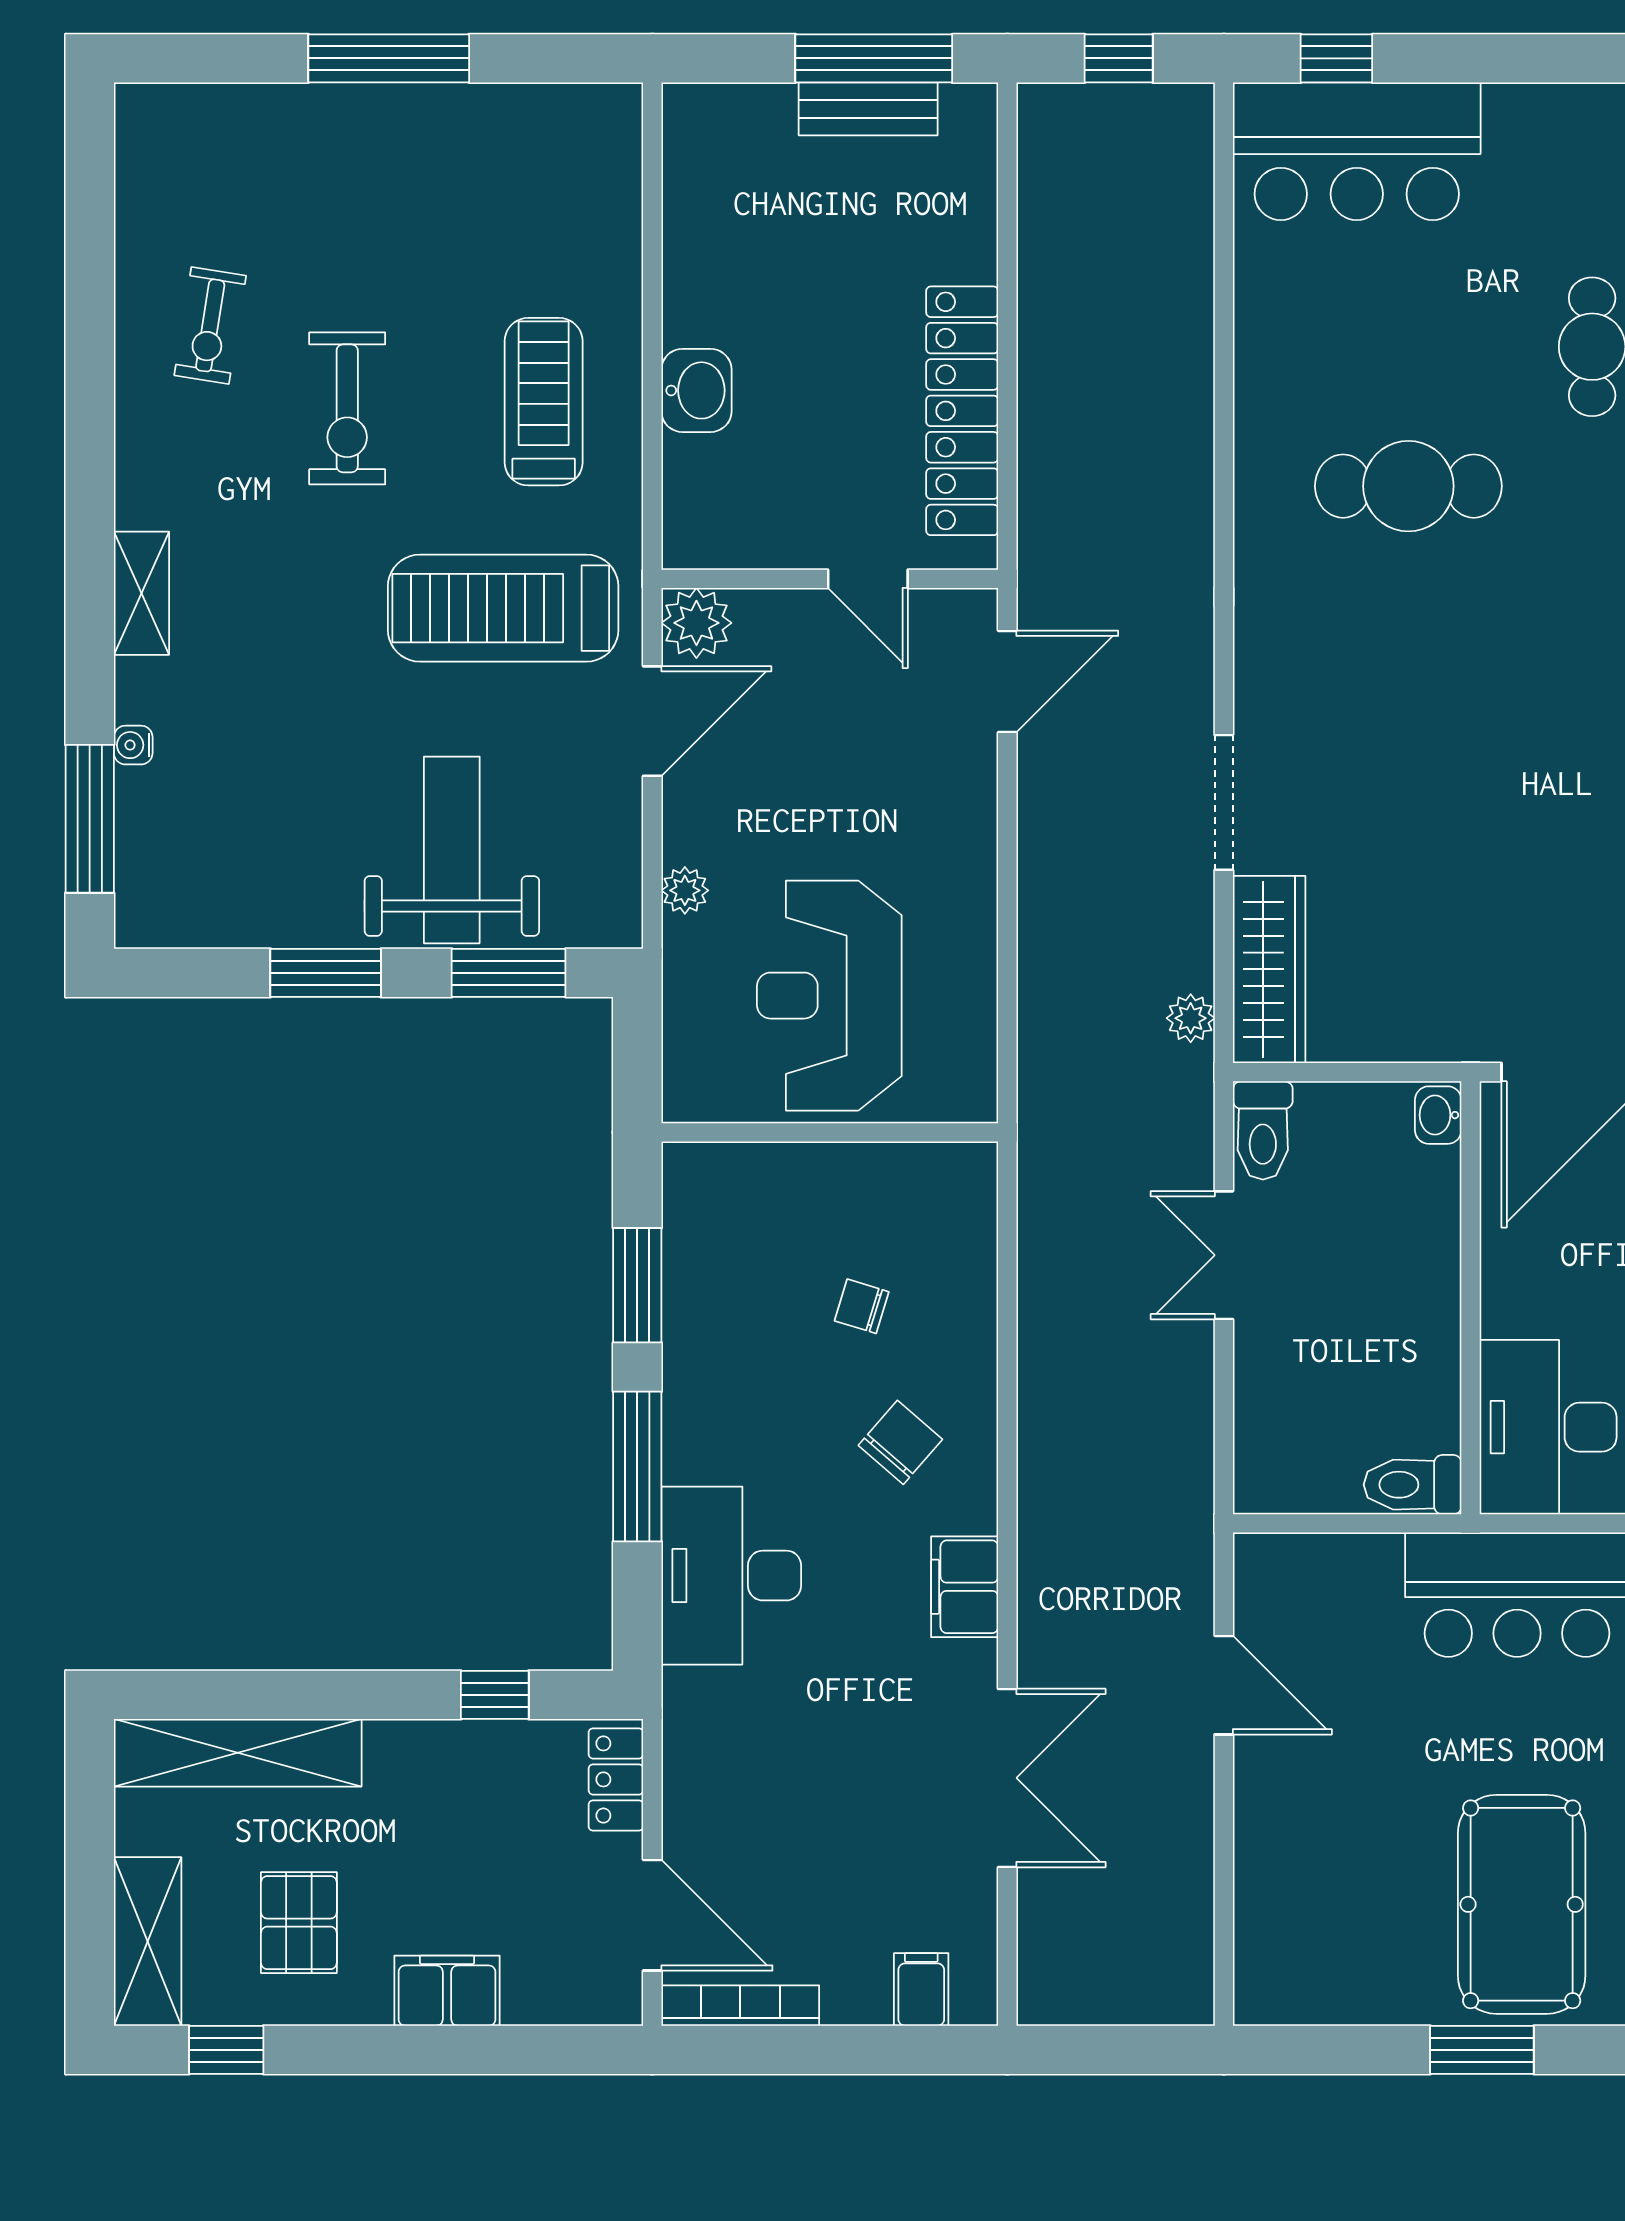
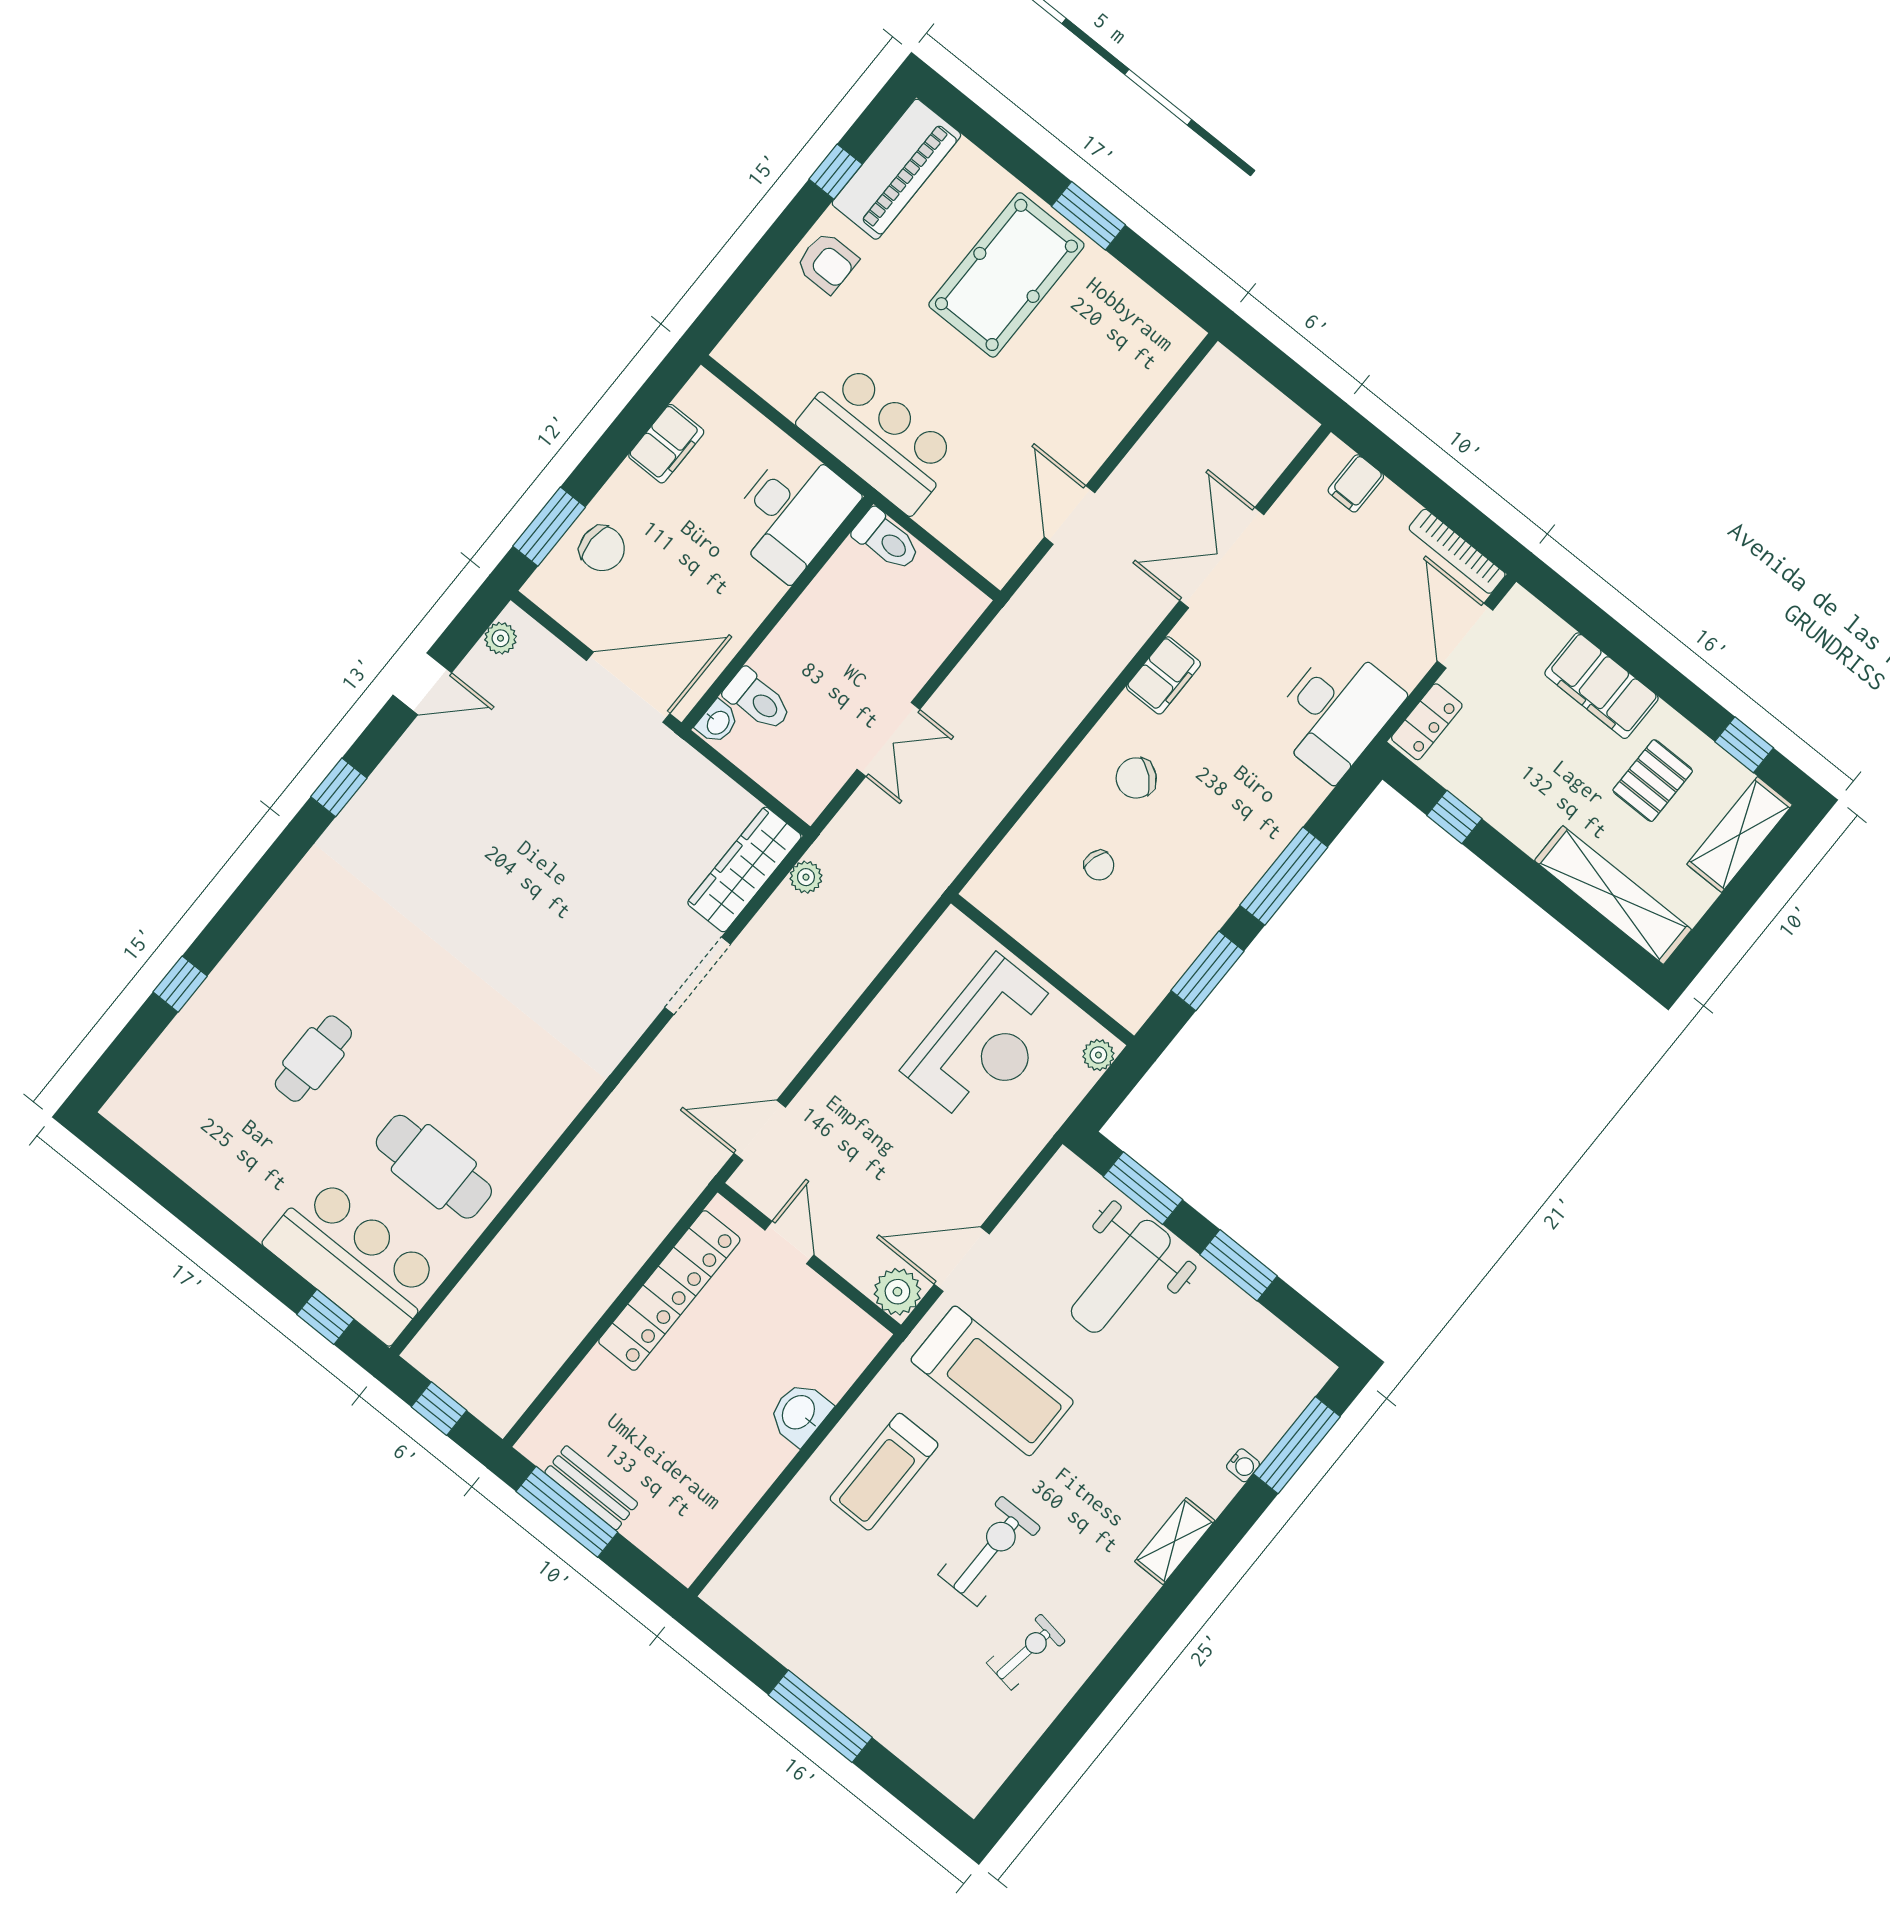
cafe table: (1408, 486) -> (434, 1167), moved
plant: (685, 890) -> (1098, 1055), moved
toilet: (1263, 1130) -> (758, 700), moved, turned 90
desk: (731, 1576) -> (1336, 712), moved
filing cabinet: (447, 1991) -> (1602, 686), width x1.50, depth x1.17

